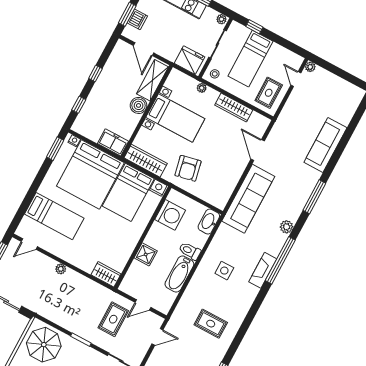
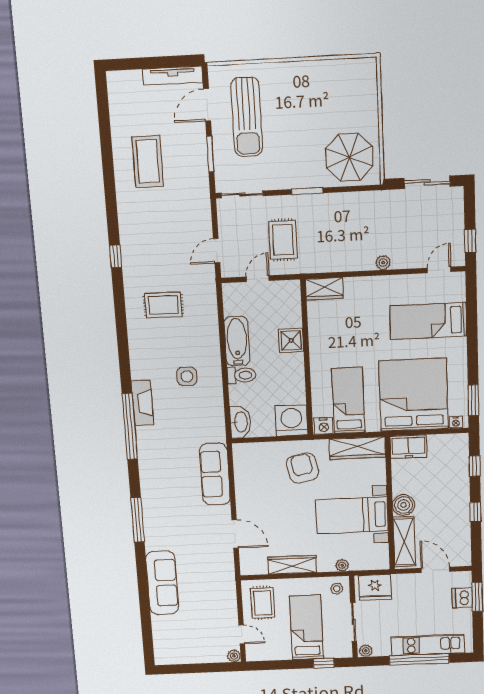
bed: (128, 192) -> (348, 401), width x0.67
sofa: (248, 199) -> (215, 474), width x0.74, depth x0.79
washing machine: (170, 215) -> (291, 420), moved, turned 90
plant: (287, 227) -> (147, 468), removed

